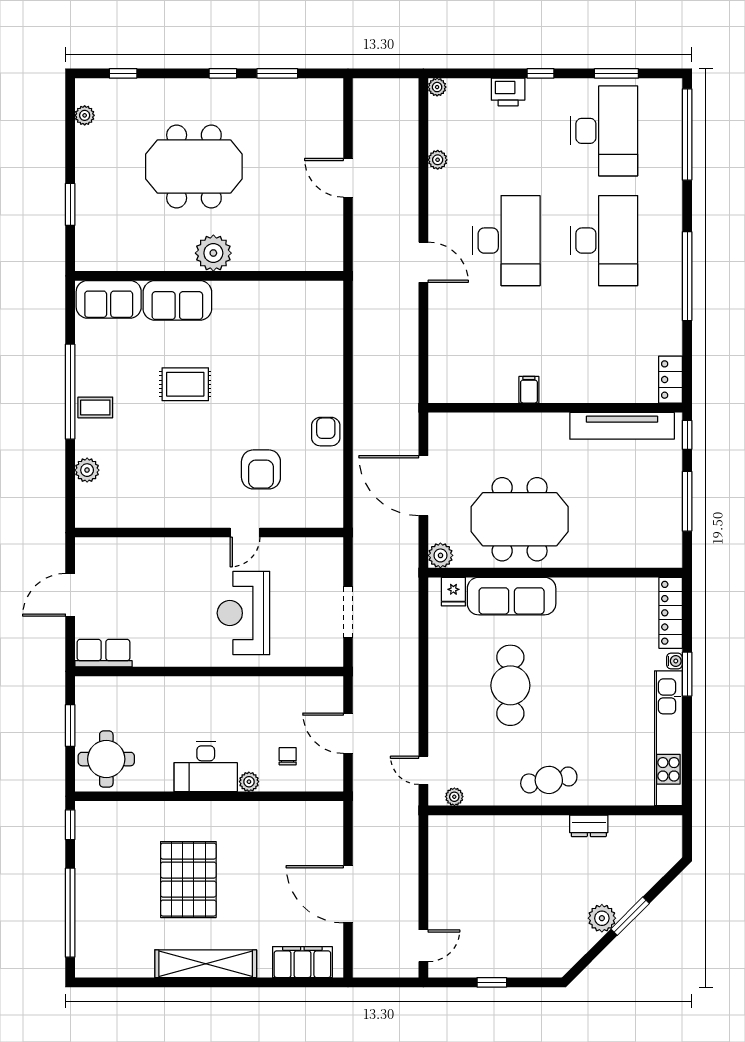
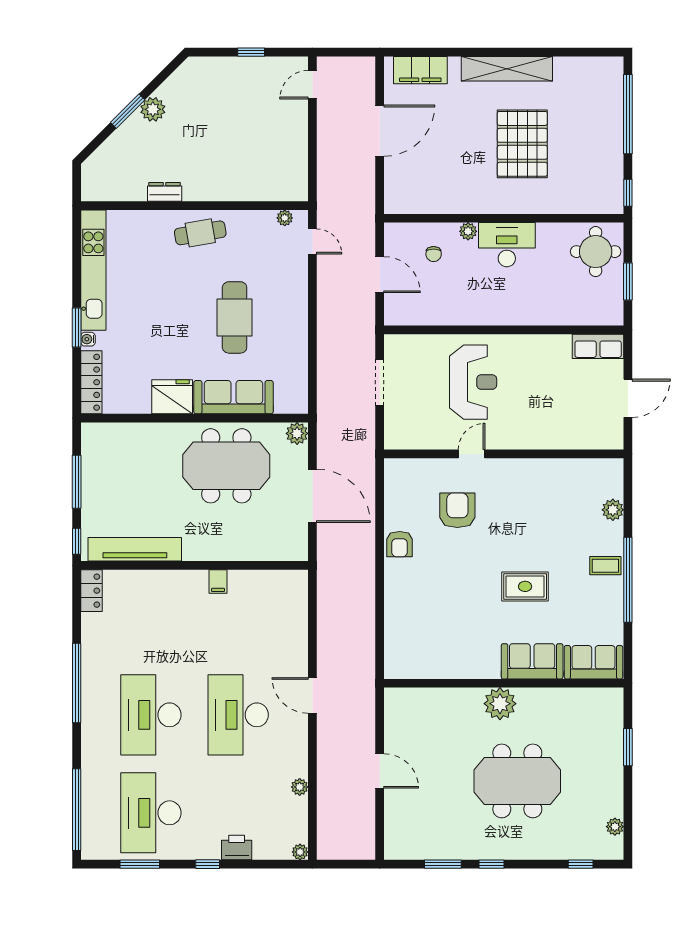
fridge: (453, 592) -> (172, 397), moved, width x1.88, depth x1.34
door: (348, 894) -> (380, 131), hinge flipped

